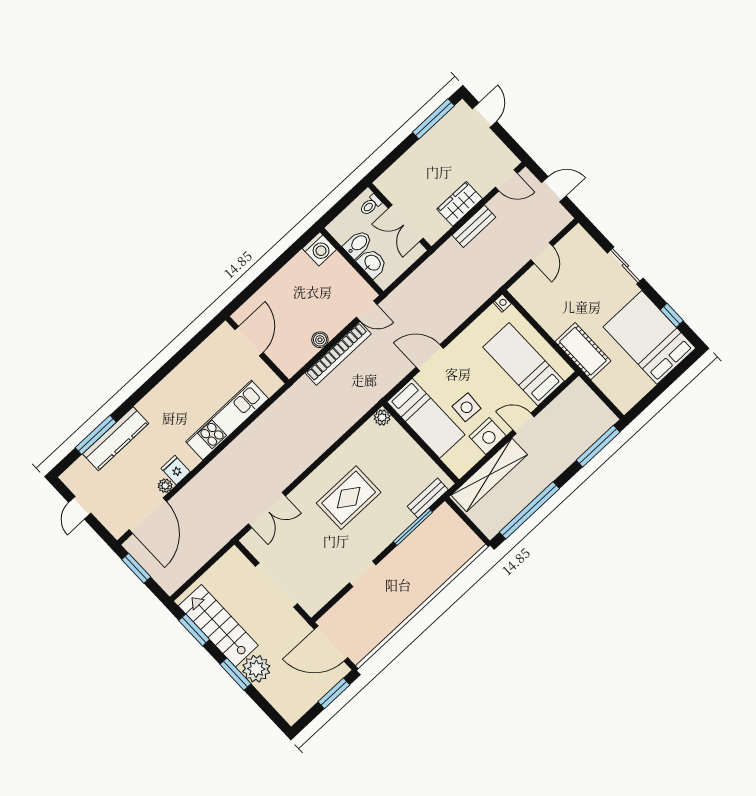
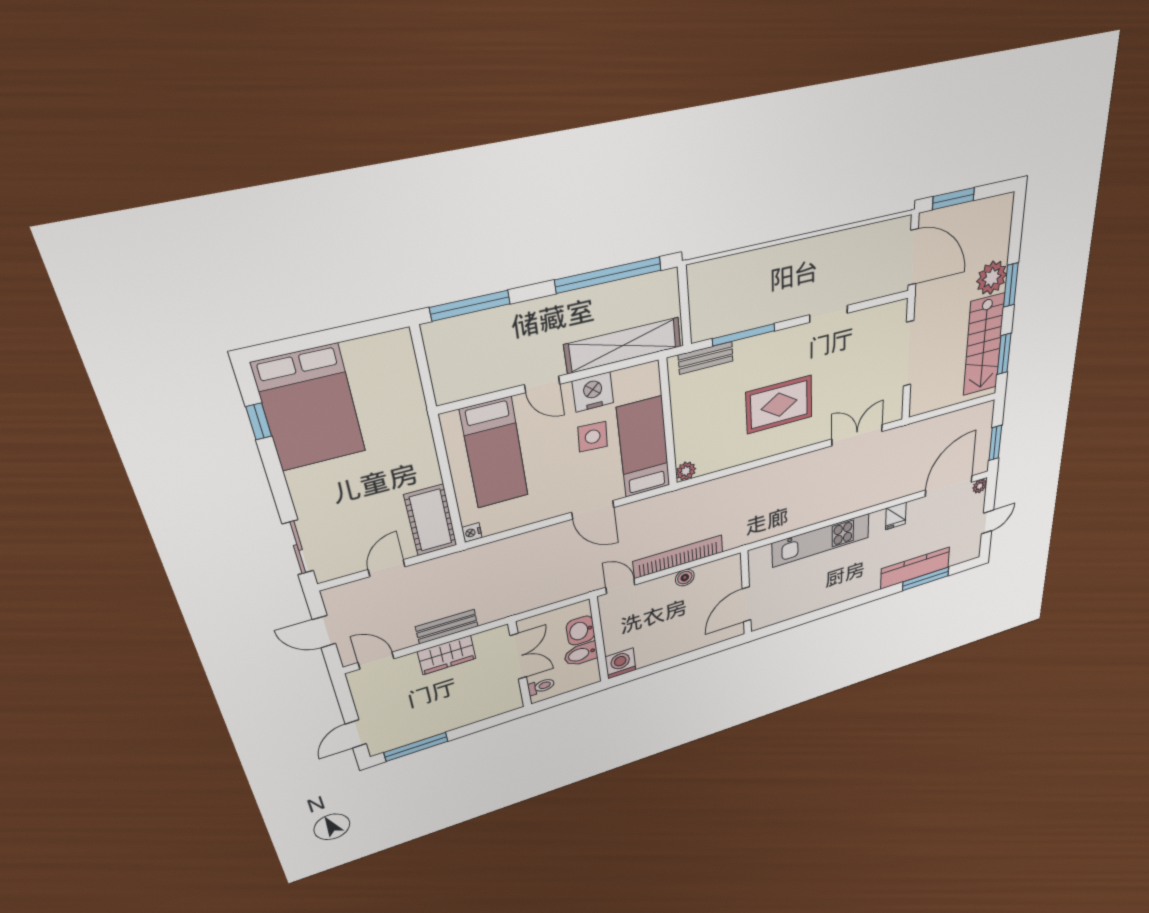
sliding door: (625, 266) -> (298, 548), moved
cot: (583, 351) -> (431, 520), moved
plant: (165, 486) -> (980, 486), moved

